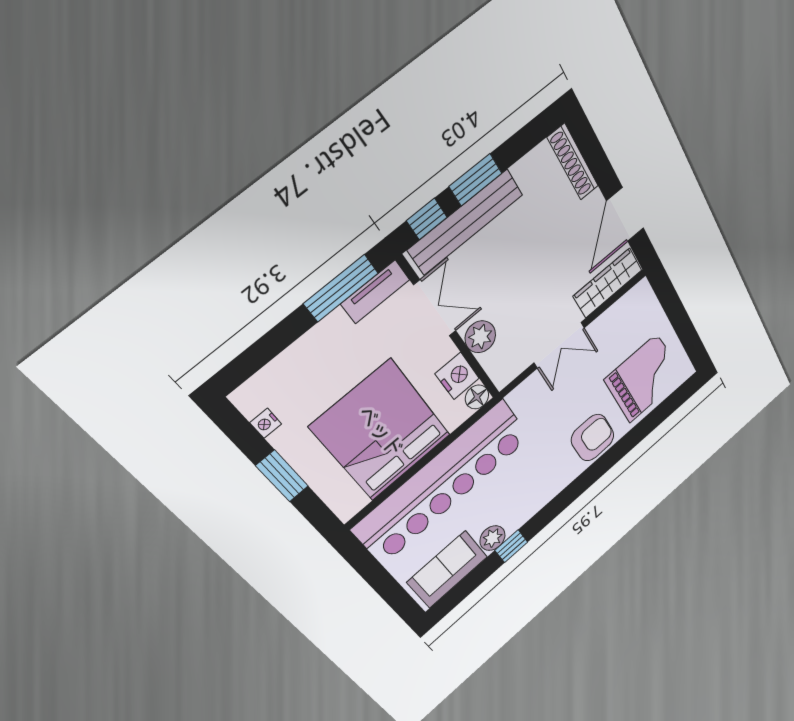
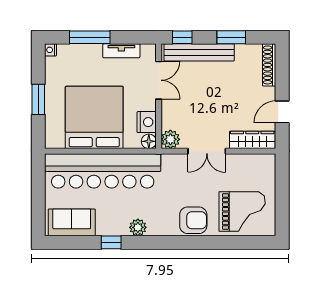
window: (476, 180) -> (231, 37), moved
door: (625, 215) -> (282, 112), width x0.73
window: (341, 288) -> (90, 37), moved
tv unit: (375, 292) -> (121, 51), moved
plant: (480, 337) -> (170, 139), moved
nightstand: (266, 423) -> (51, 50), moved
plant: (492, 538) -> (138, 227), moved

